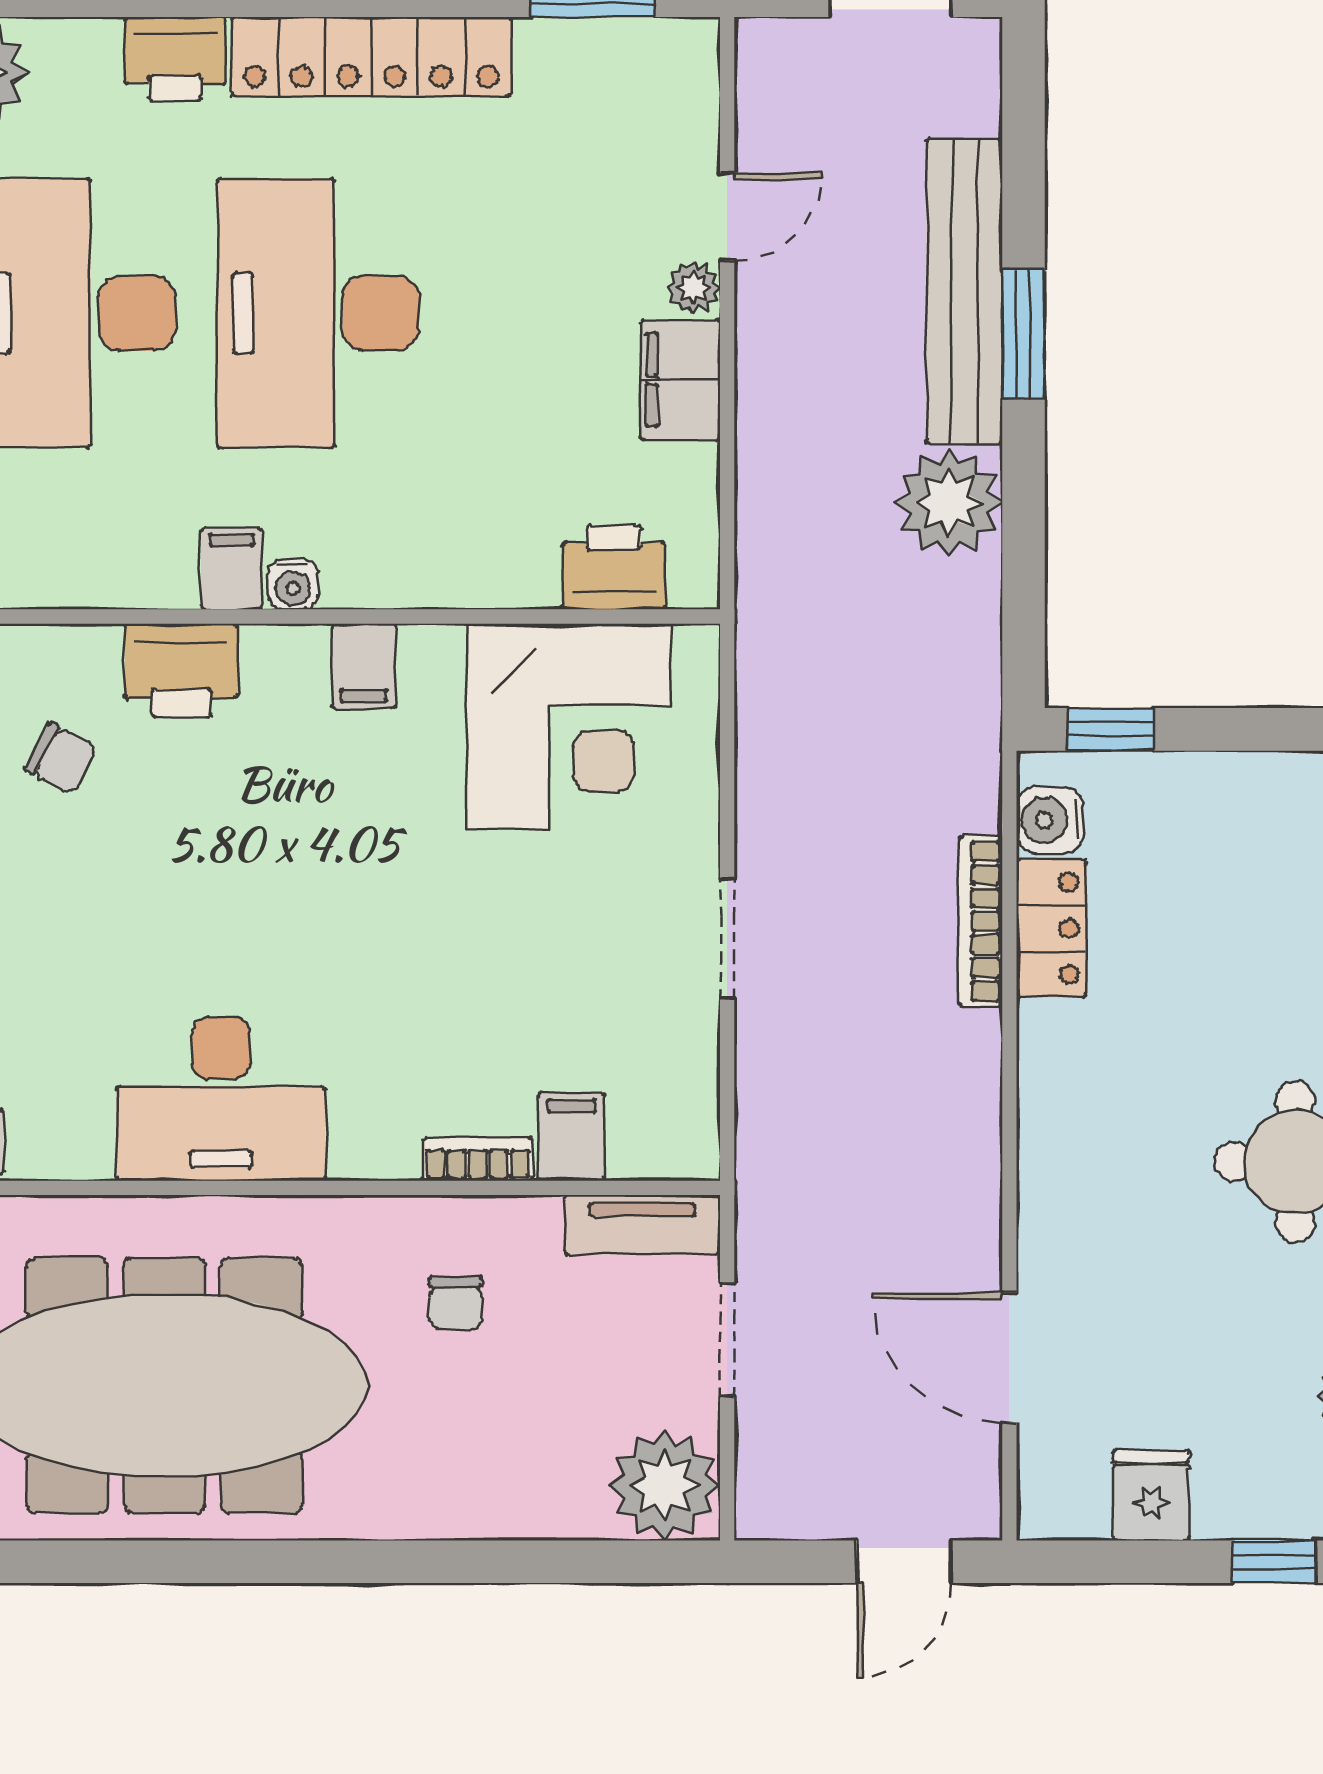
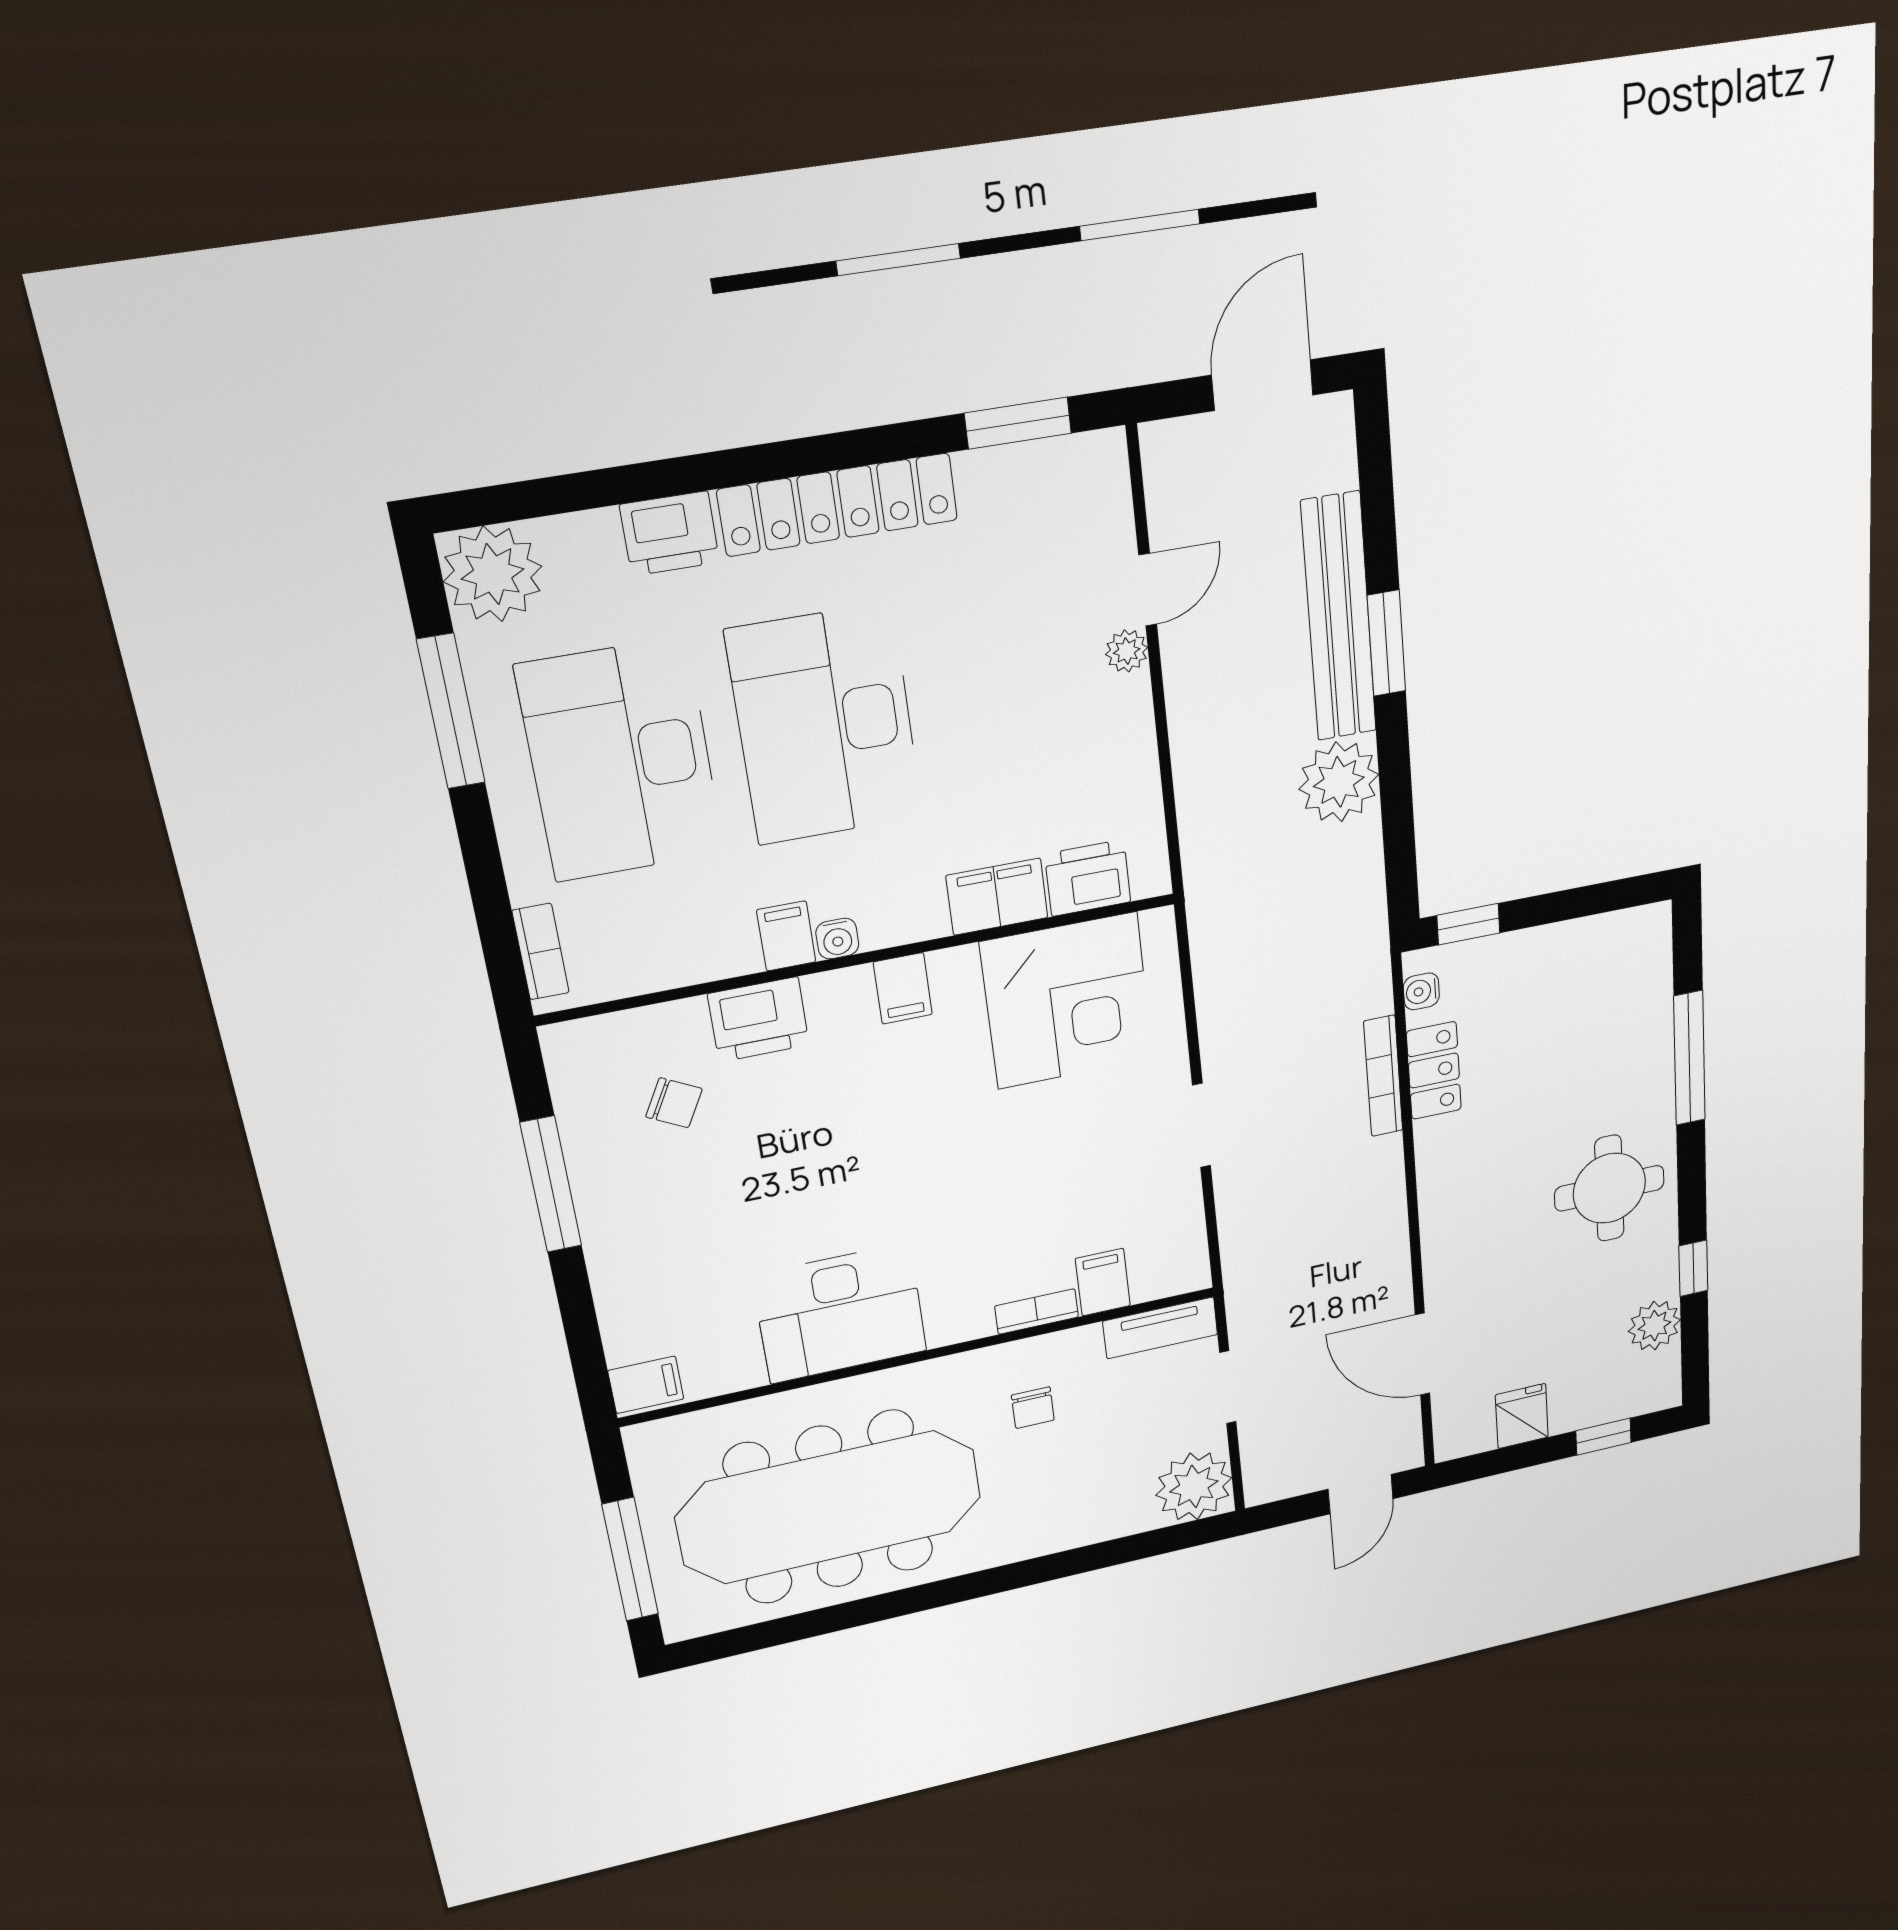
filing cabinet: (680, 380) -> (997, 897), moved, turned 90
water cooler: (1050, 820) -> (1421, 991), width x0.72, depth x0.72

